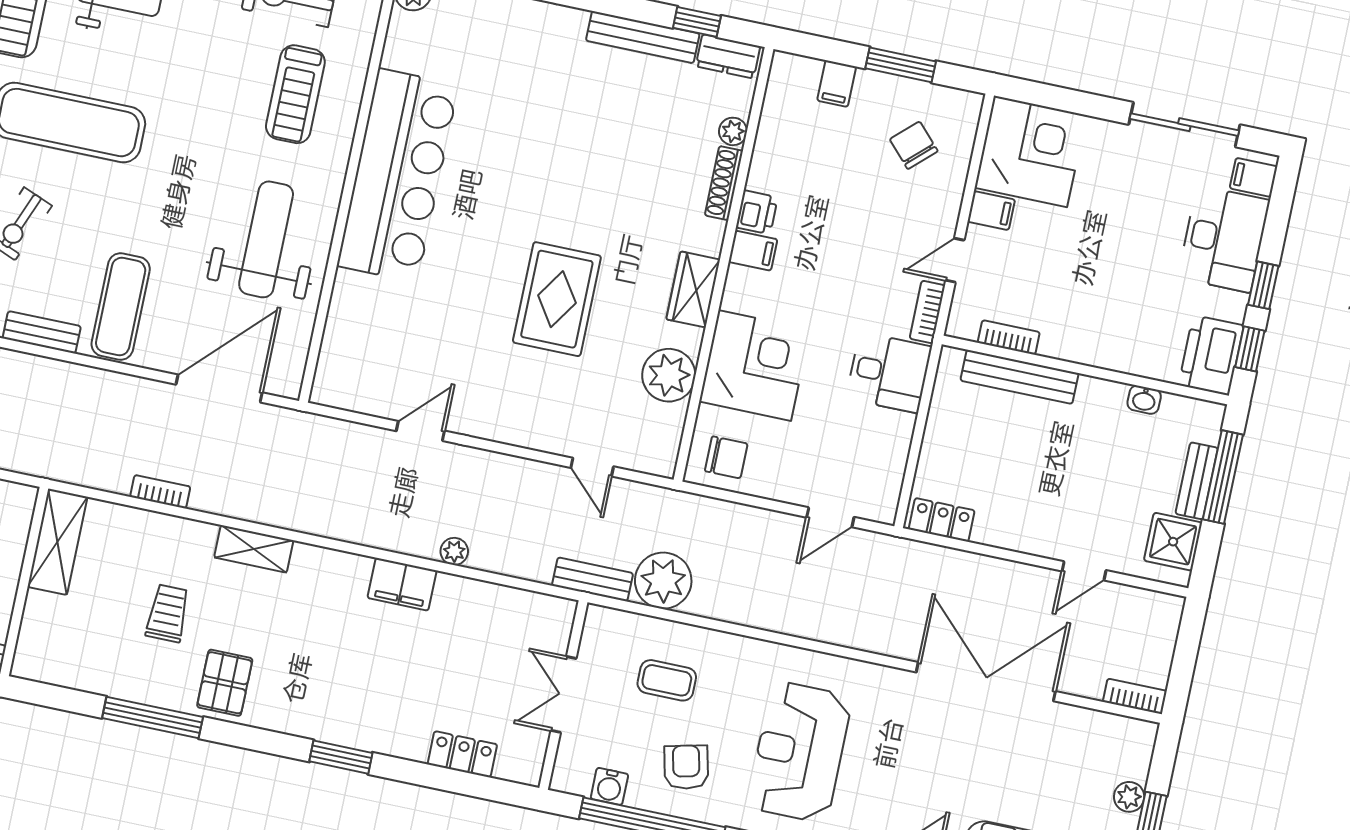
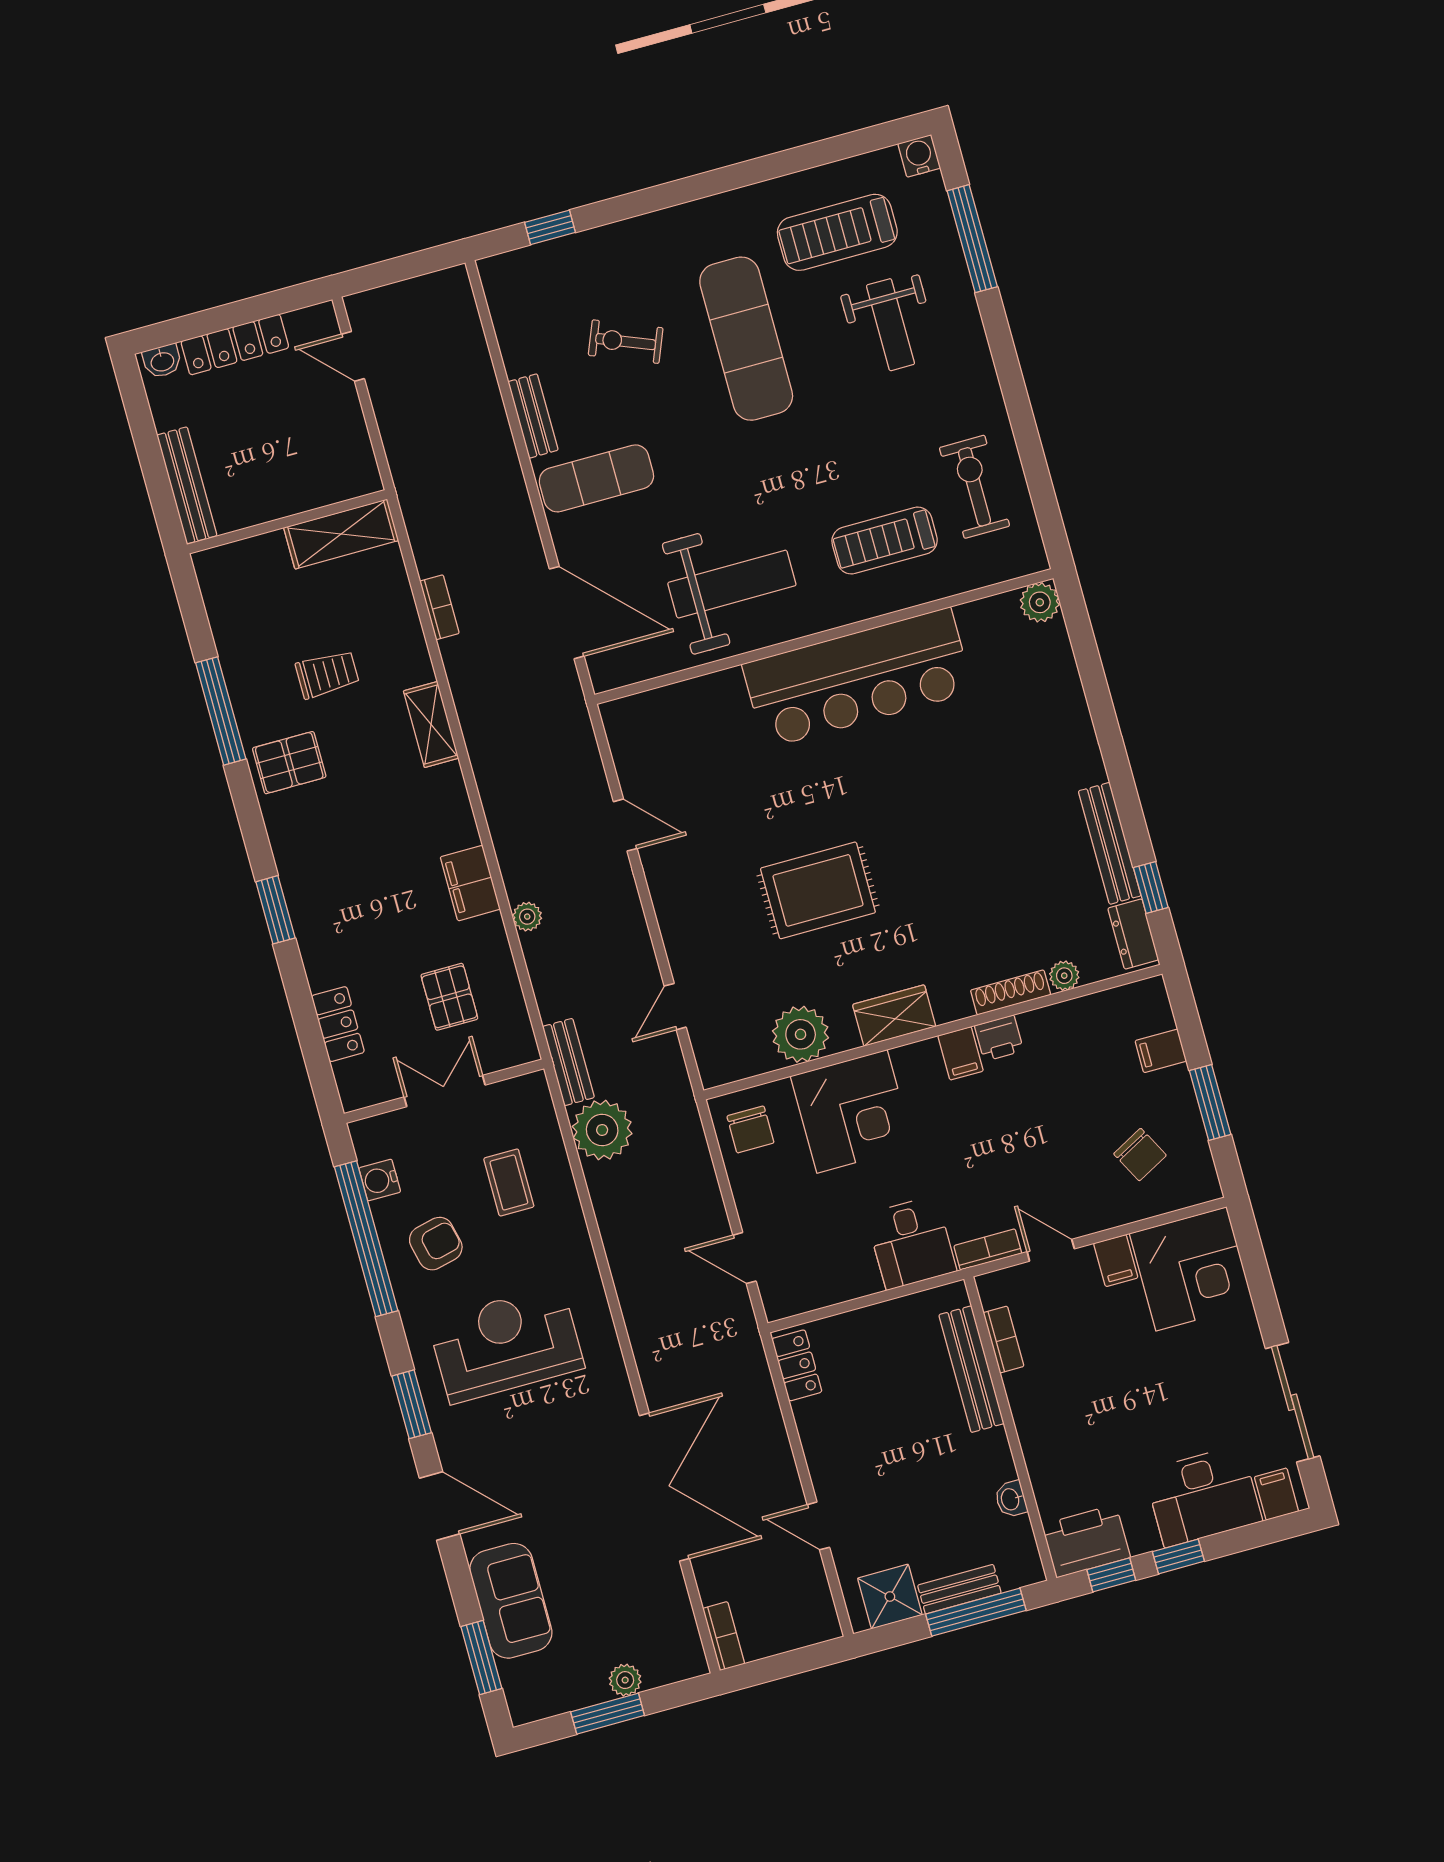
chair: (914, 145) -> (1140, 1155), turned 105
pallet: (487, 650) -> (449, 997), added

